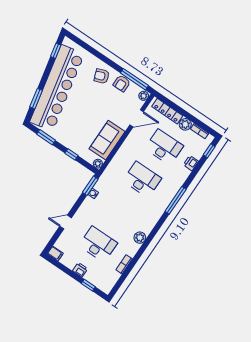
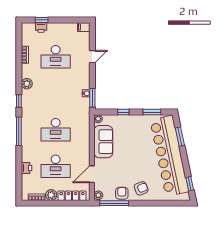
window: (209, 151) -> (19, 101), moved
printer: (80, 270) -> (41, 27), moved

